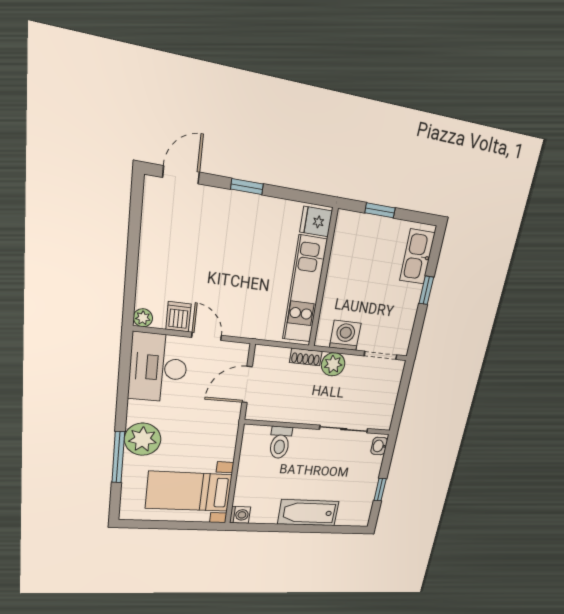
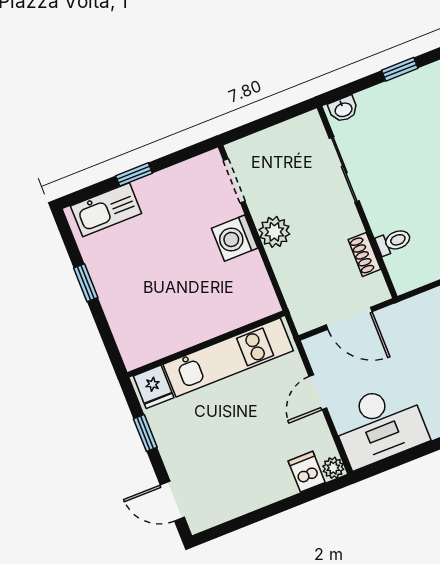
fridge: (316, 222) -> (154, 387), moved
wall: (323, 279) -> (206, 344), moved
kitchen unit: (305, 290) -> (228, 357), moved
dishwasher: (178, 317) -> (307, 472), moved, turned 90
shoe rack: (306, 357) -> (364, 254), moved, turned 180
toilet: (280, 443) -> (394, 242), width x0.73, depth x0.72

